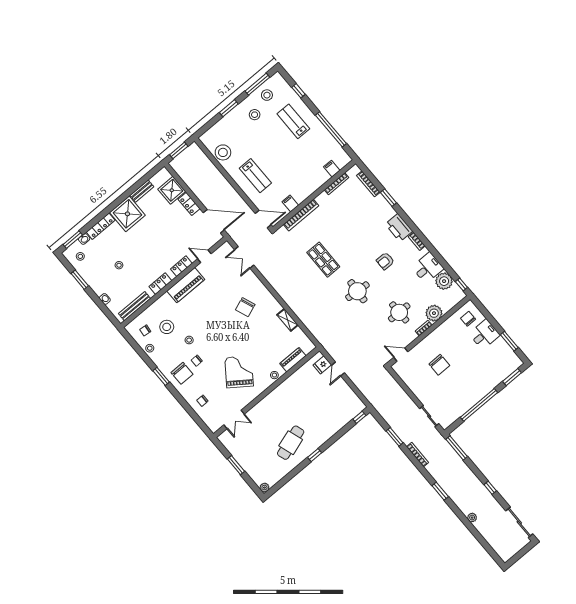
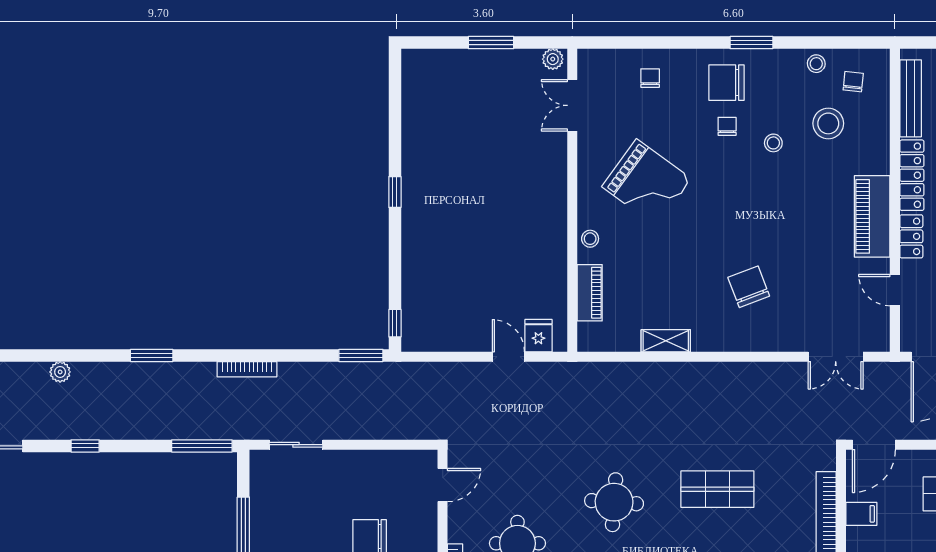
door: (204, 256) -> (895, 290), swing flipped
double door: (244, 257) -> (836, 357), swing flipped
locker: (160, 284) -> (912, 175), width x1.53
window: (395, 437) -> (361, 355), moved
cafe table: (291, 443) -> (451, 169), removed
plant: (264, 488) -> (553, 59), moved

